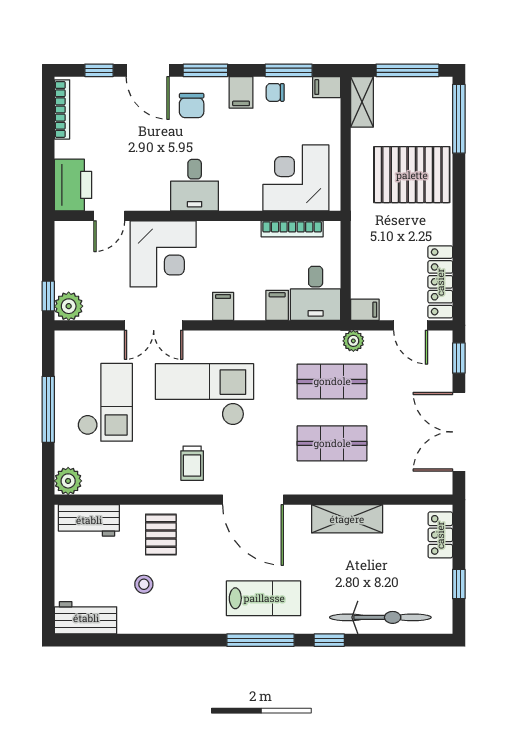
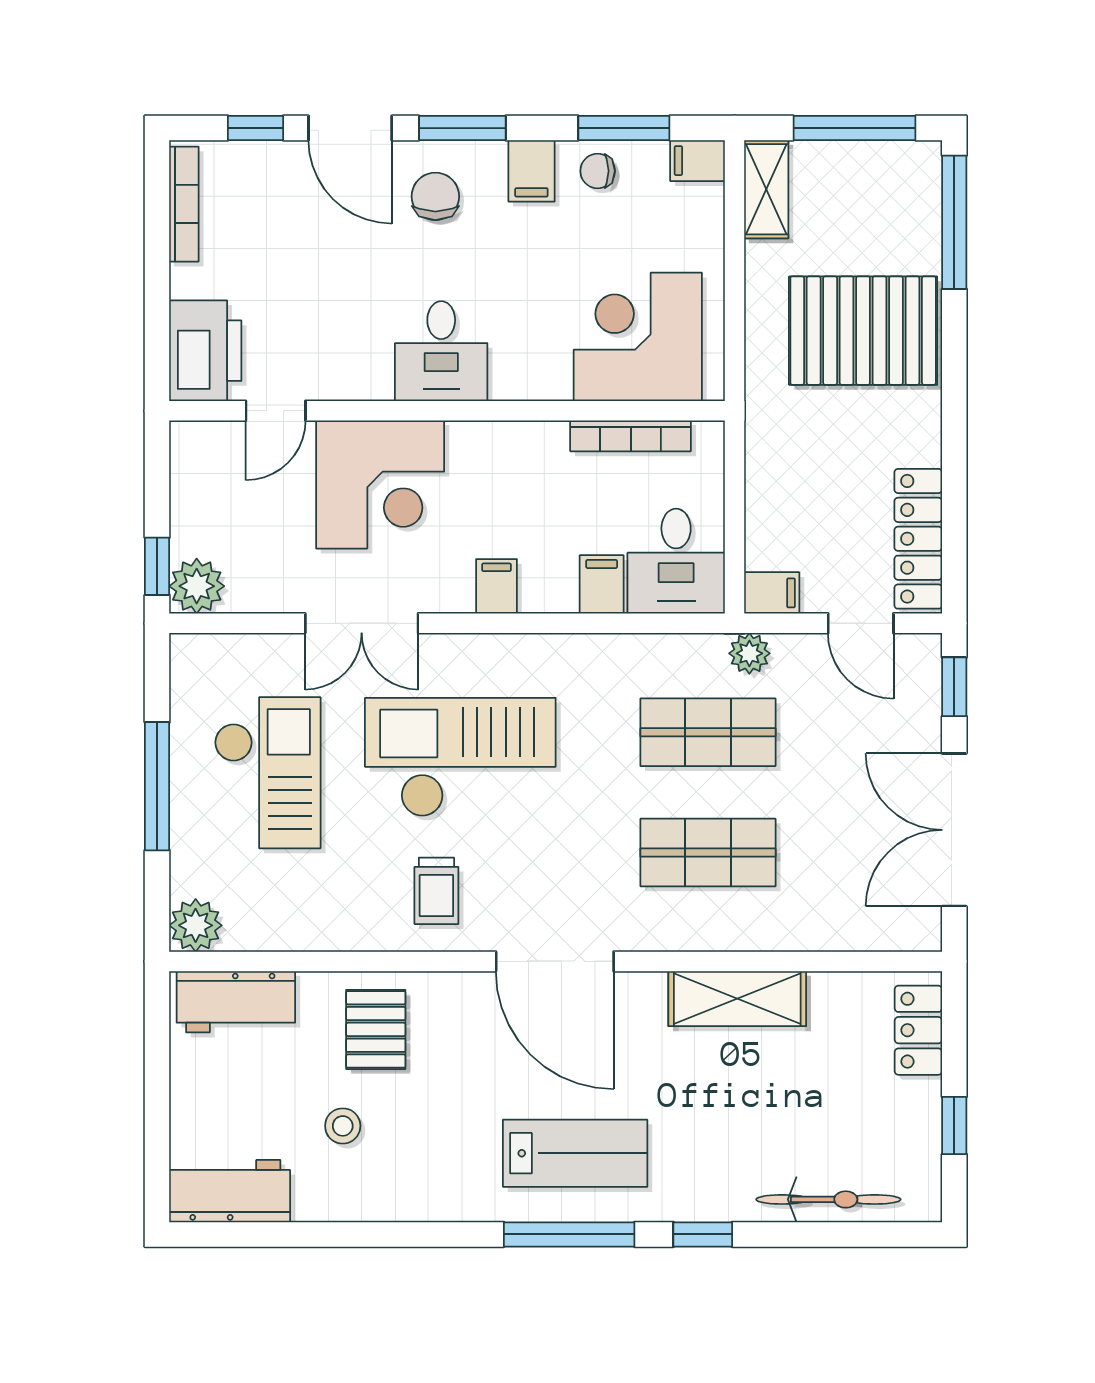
chair: (192, 105) -> (435, 196), turned 180
bicycle: (380, 617) -> (828, 1199), width x0.73, depth x0.71

